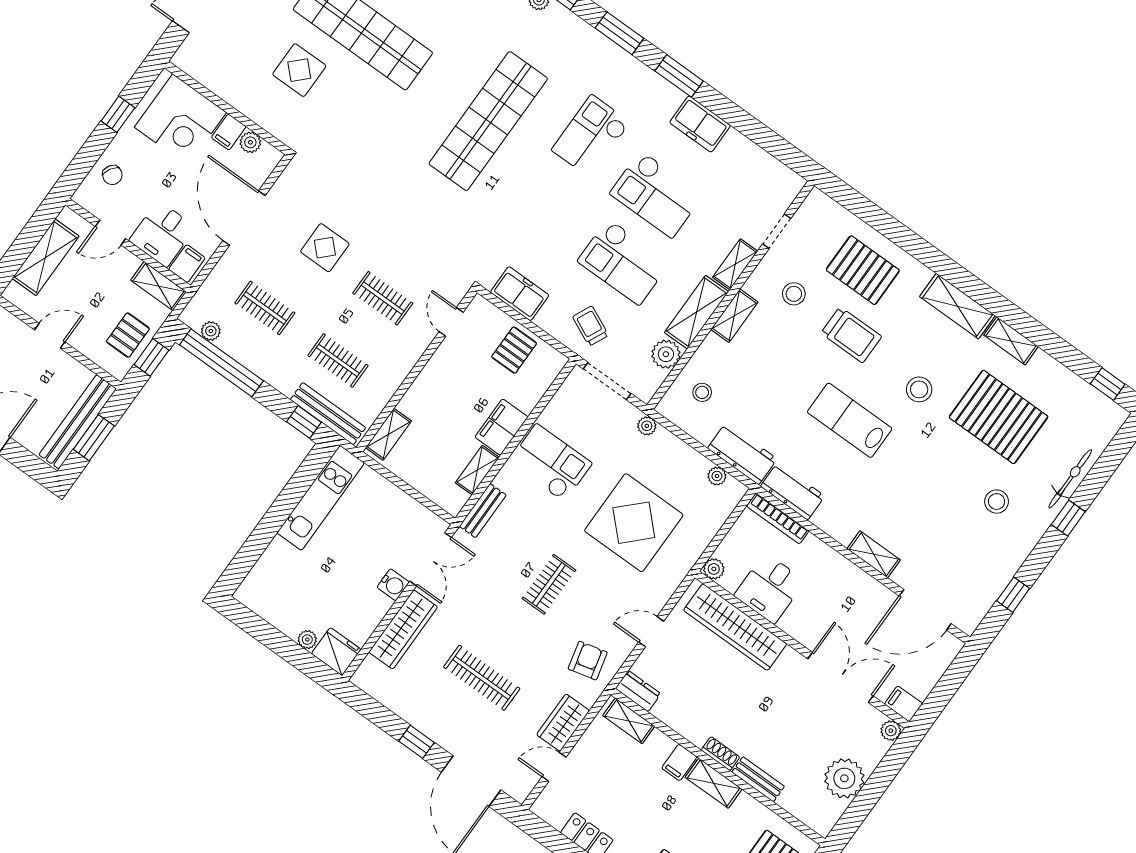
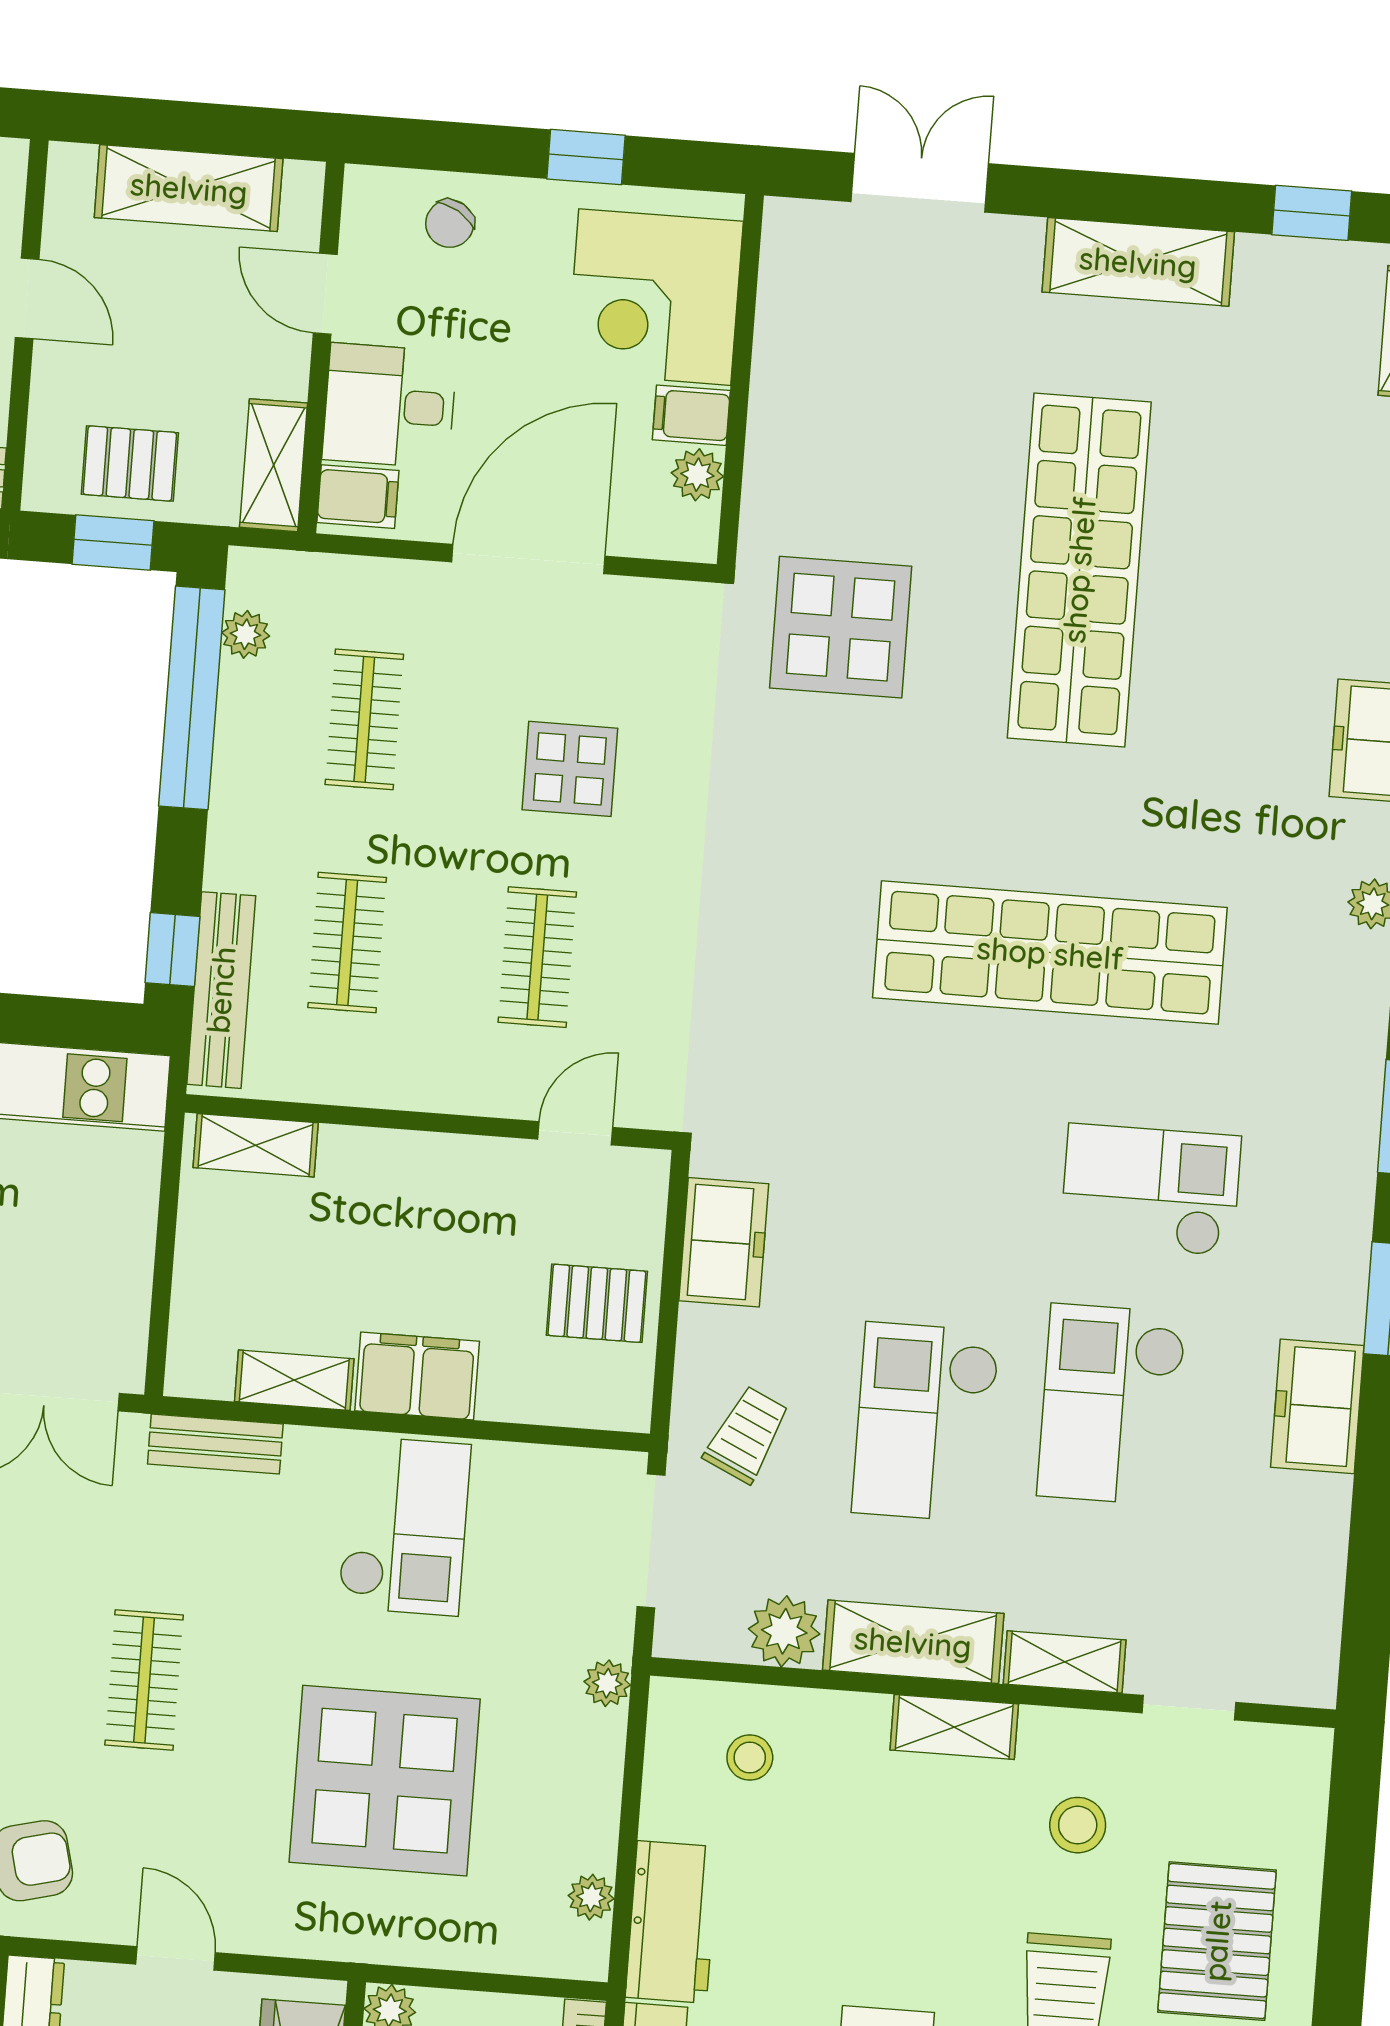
display table: (299, 70) -> (841, 627), moved, width x1.36, depth x1.36
clothes rail: (549, 584) -> (144, 1680), turned 90

